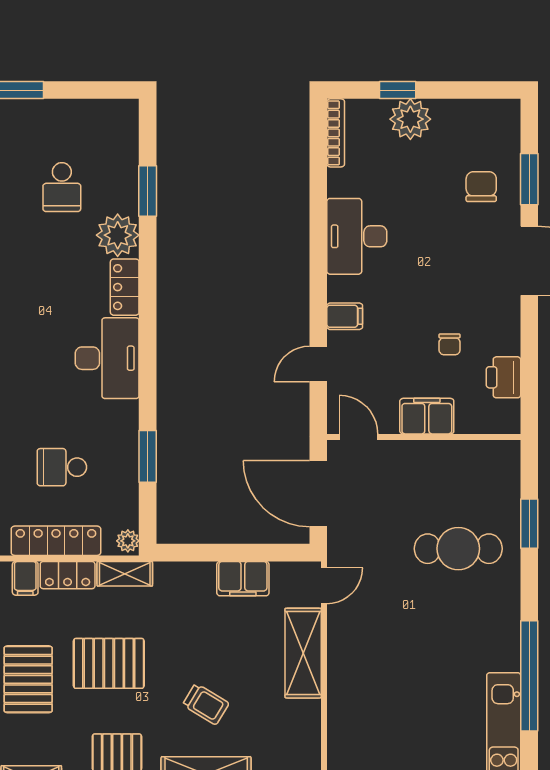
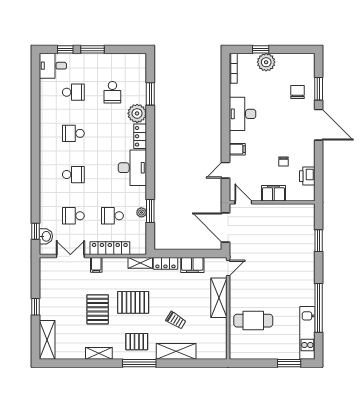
plant: (128, 541) -> (141, 212), moved
cafe table: (458, 549) -> (253, 321), moved
locker: (68, 575) -> (165, 263), moved

